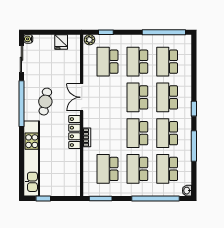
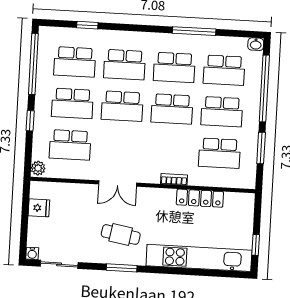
window: (106, 32) -> (30, 121), moved
window: (21, 104) -> (122, 268), width x0.47
window: (194, 109) -> (87, 25), moved
locker: (74, 132) -> (200, 198), moved
window: (101, 198) -> (261, 148), moved

